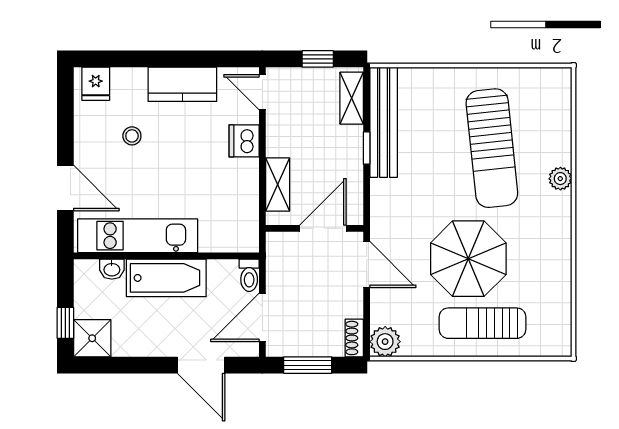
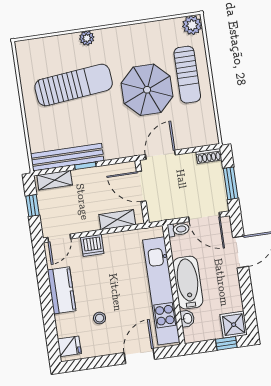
kitchen unit: (138, 236) -> (161, 291), width x1.36
plant: (385, 342) -> (192, 25), moved

